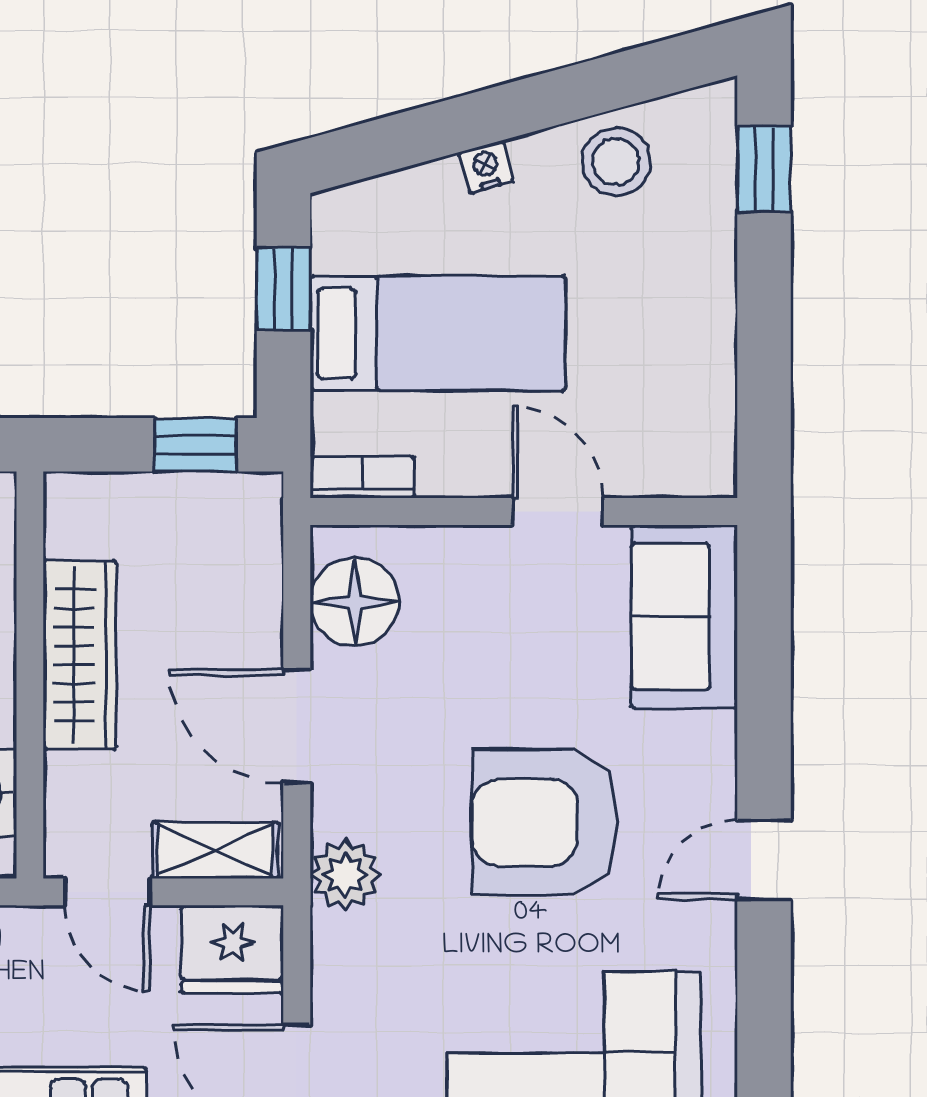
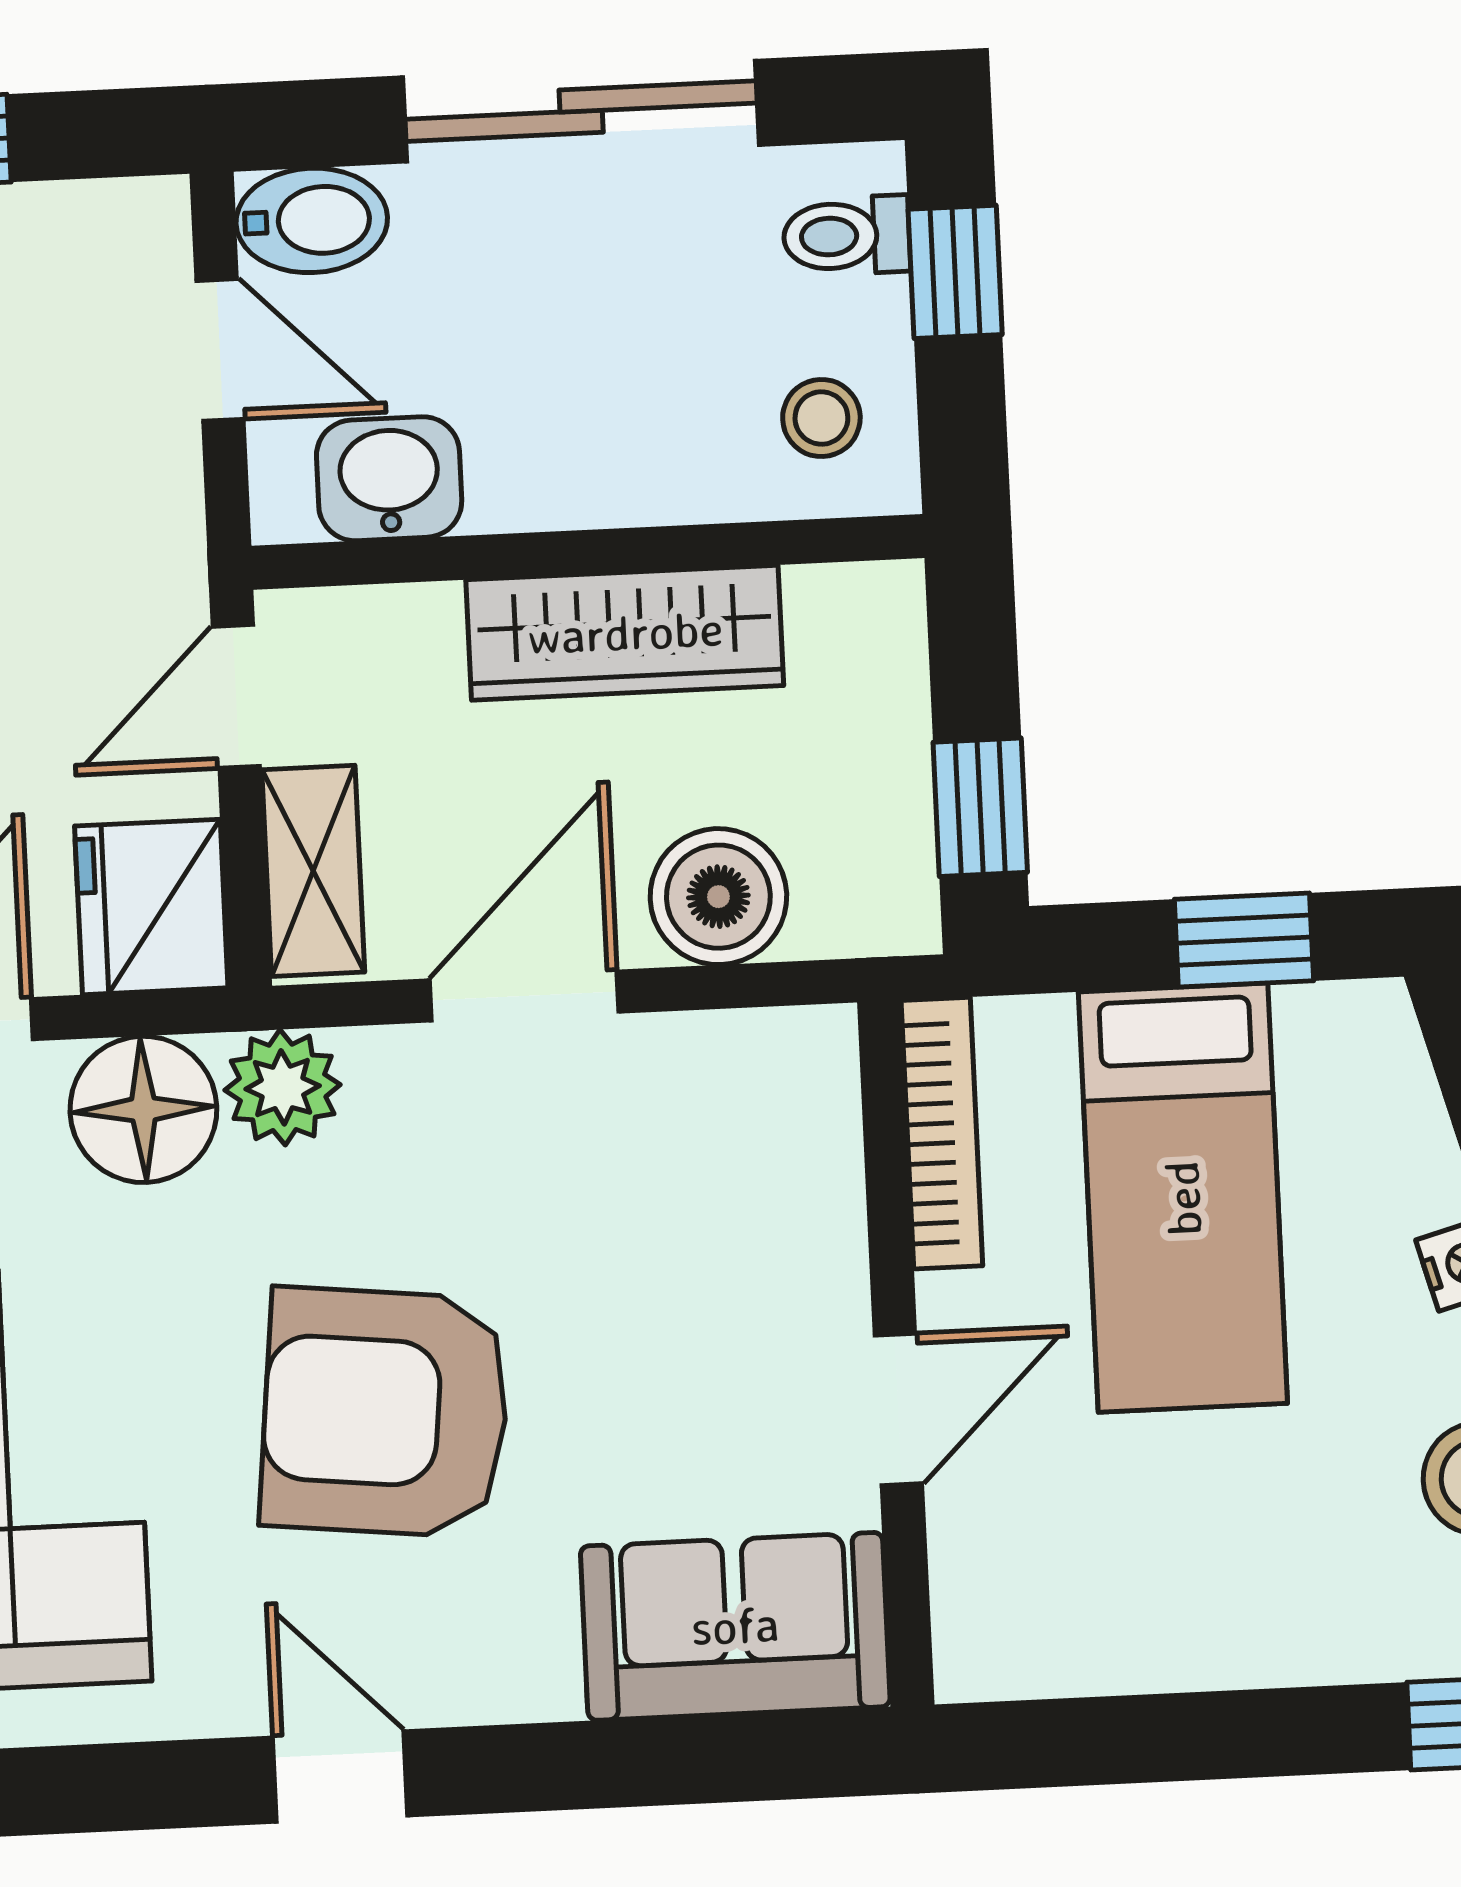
bookcase: (362, 477) -> (942, 1133), width x1.56
floor lamp: (355, 602) -> (143, 1109), moved
boiler: (242, 606) -> (718, 897), added
armchair: (545, 822) -> (385, 1412), turned -84

